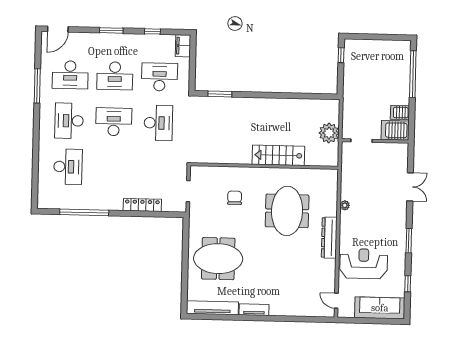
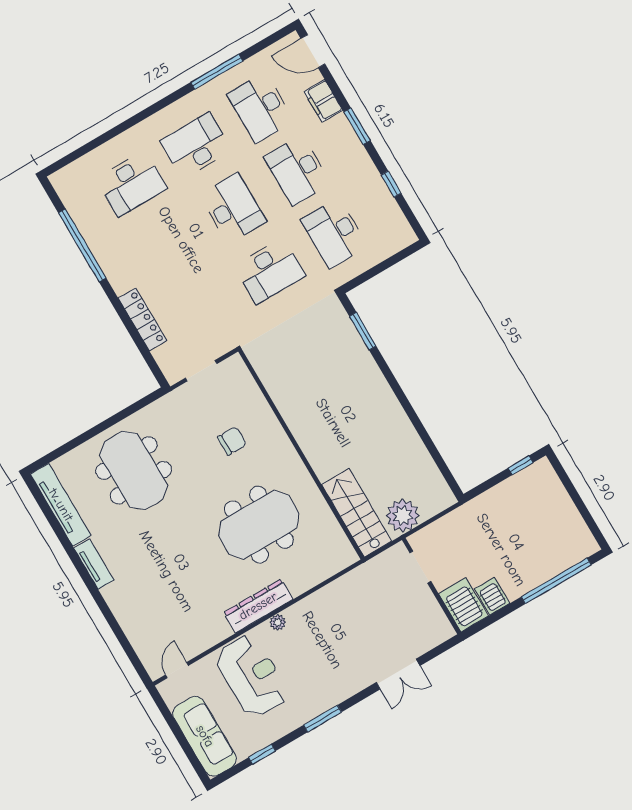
filing cabinet: (183, 46) -> (323, 101), moved, turned -90
desk: (159, 77) -> (334, 233), turned 180
stairs: (278, 155) -> (357, 513), moved
plant: (345, 205) -> (278, 622), moved

